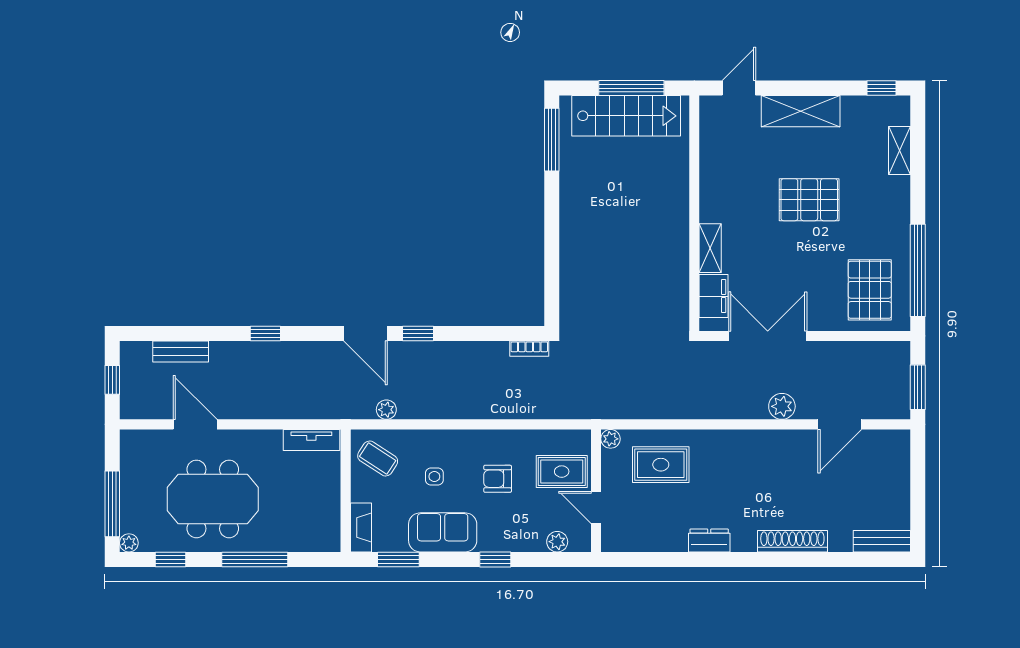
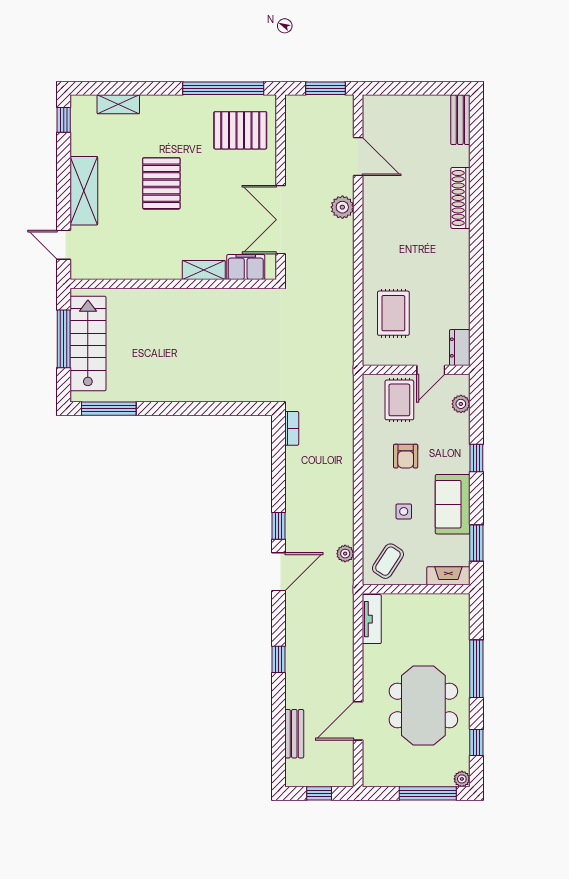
plant: (610, 439) -> (371, 357), removed
dresser: (709, 540) -> (460, 348), moved

